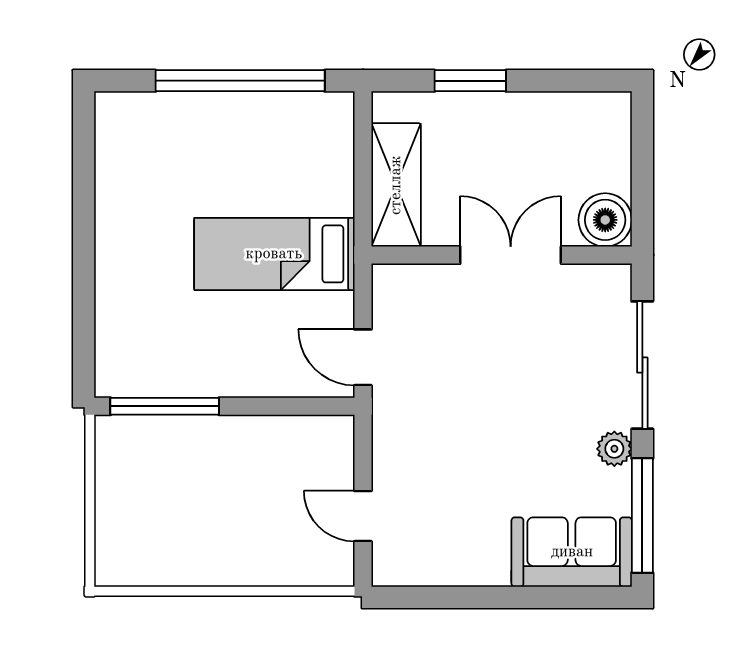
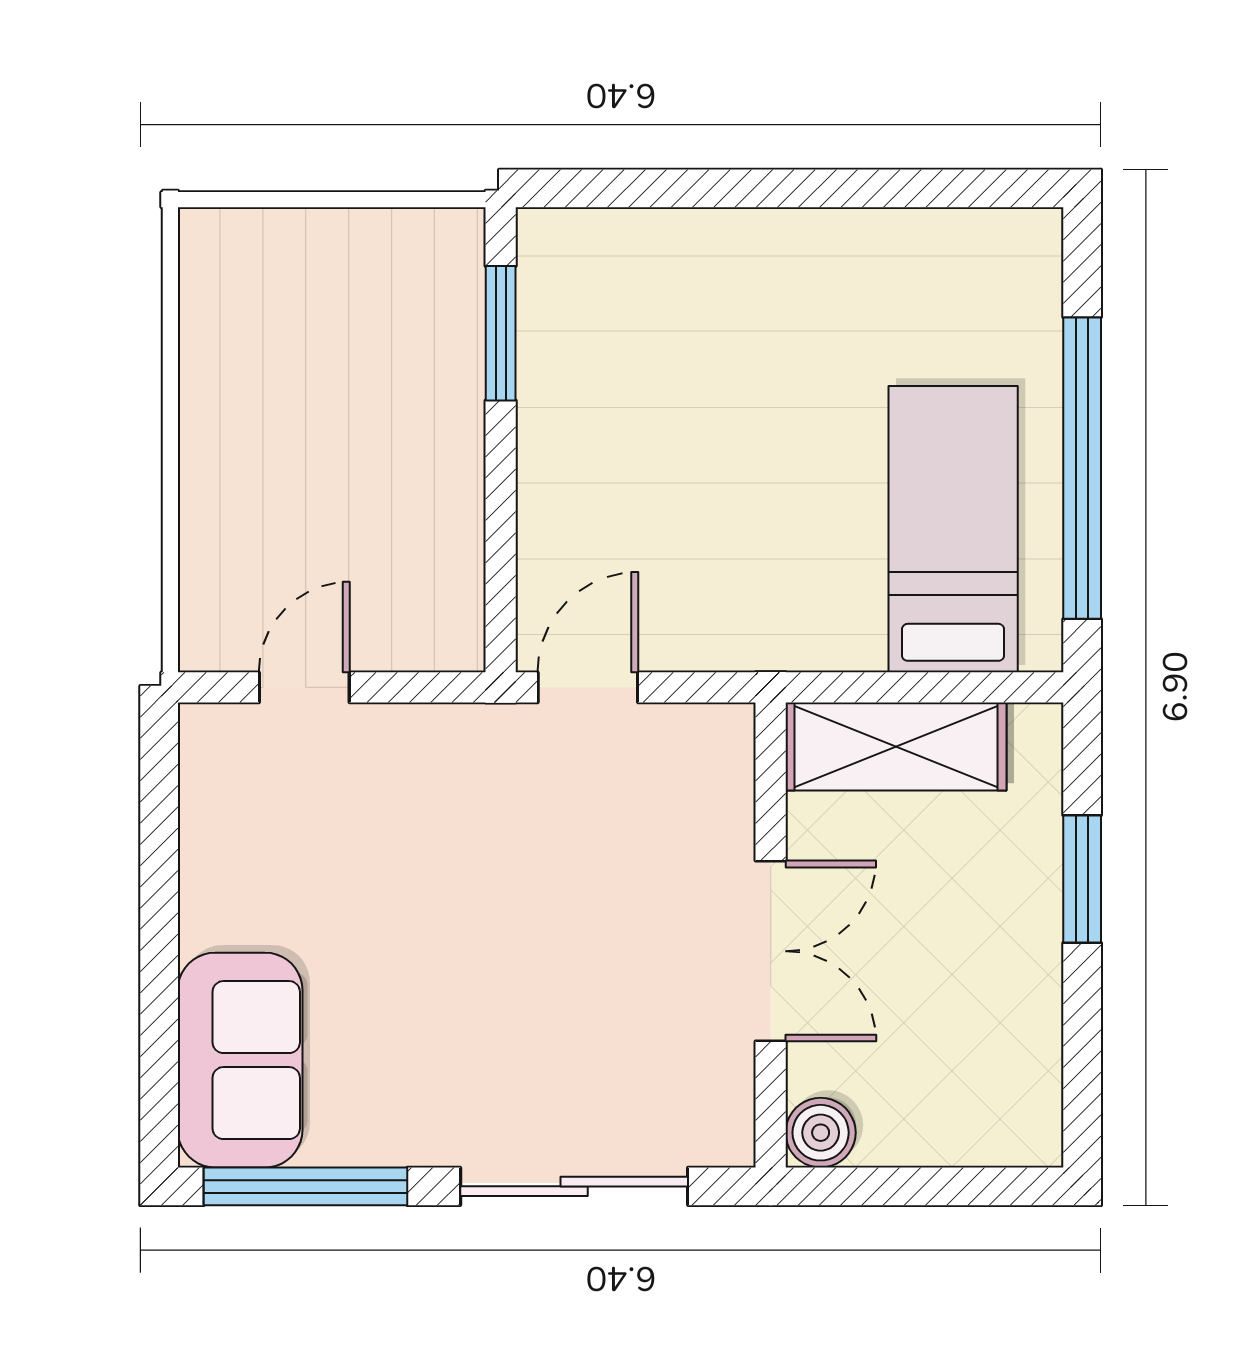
boiler: (605, 220) -> (821, 1133), width x0.73, depth x0.73
bed: (274, 254) -> (953, 529), moved
window: (165, 406) -> (501, 333), width x0.69
plant: (614, 449) -> (425, 1136), removed

